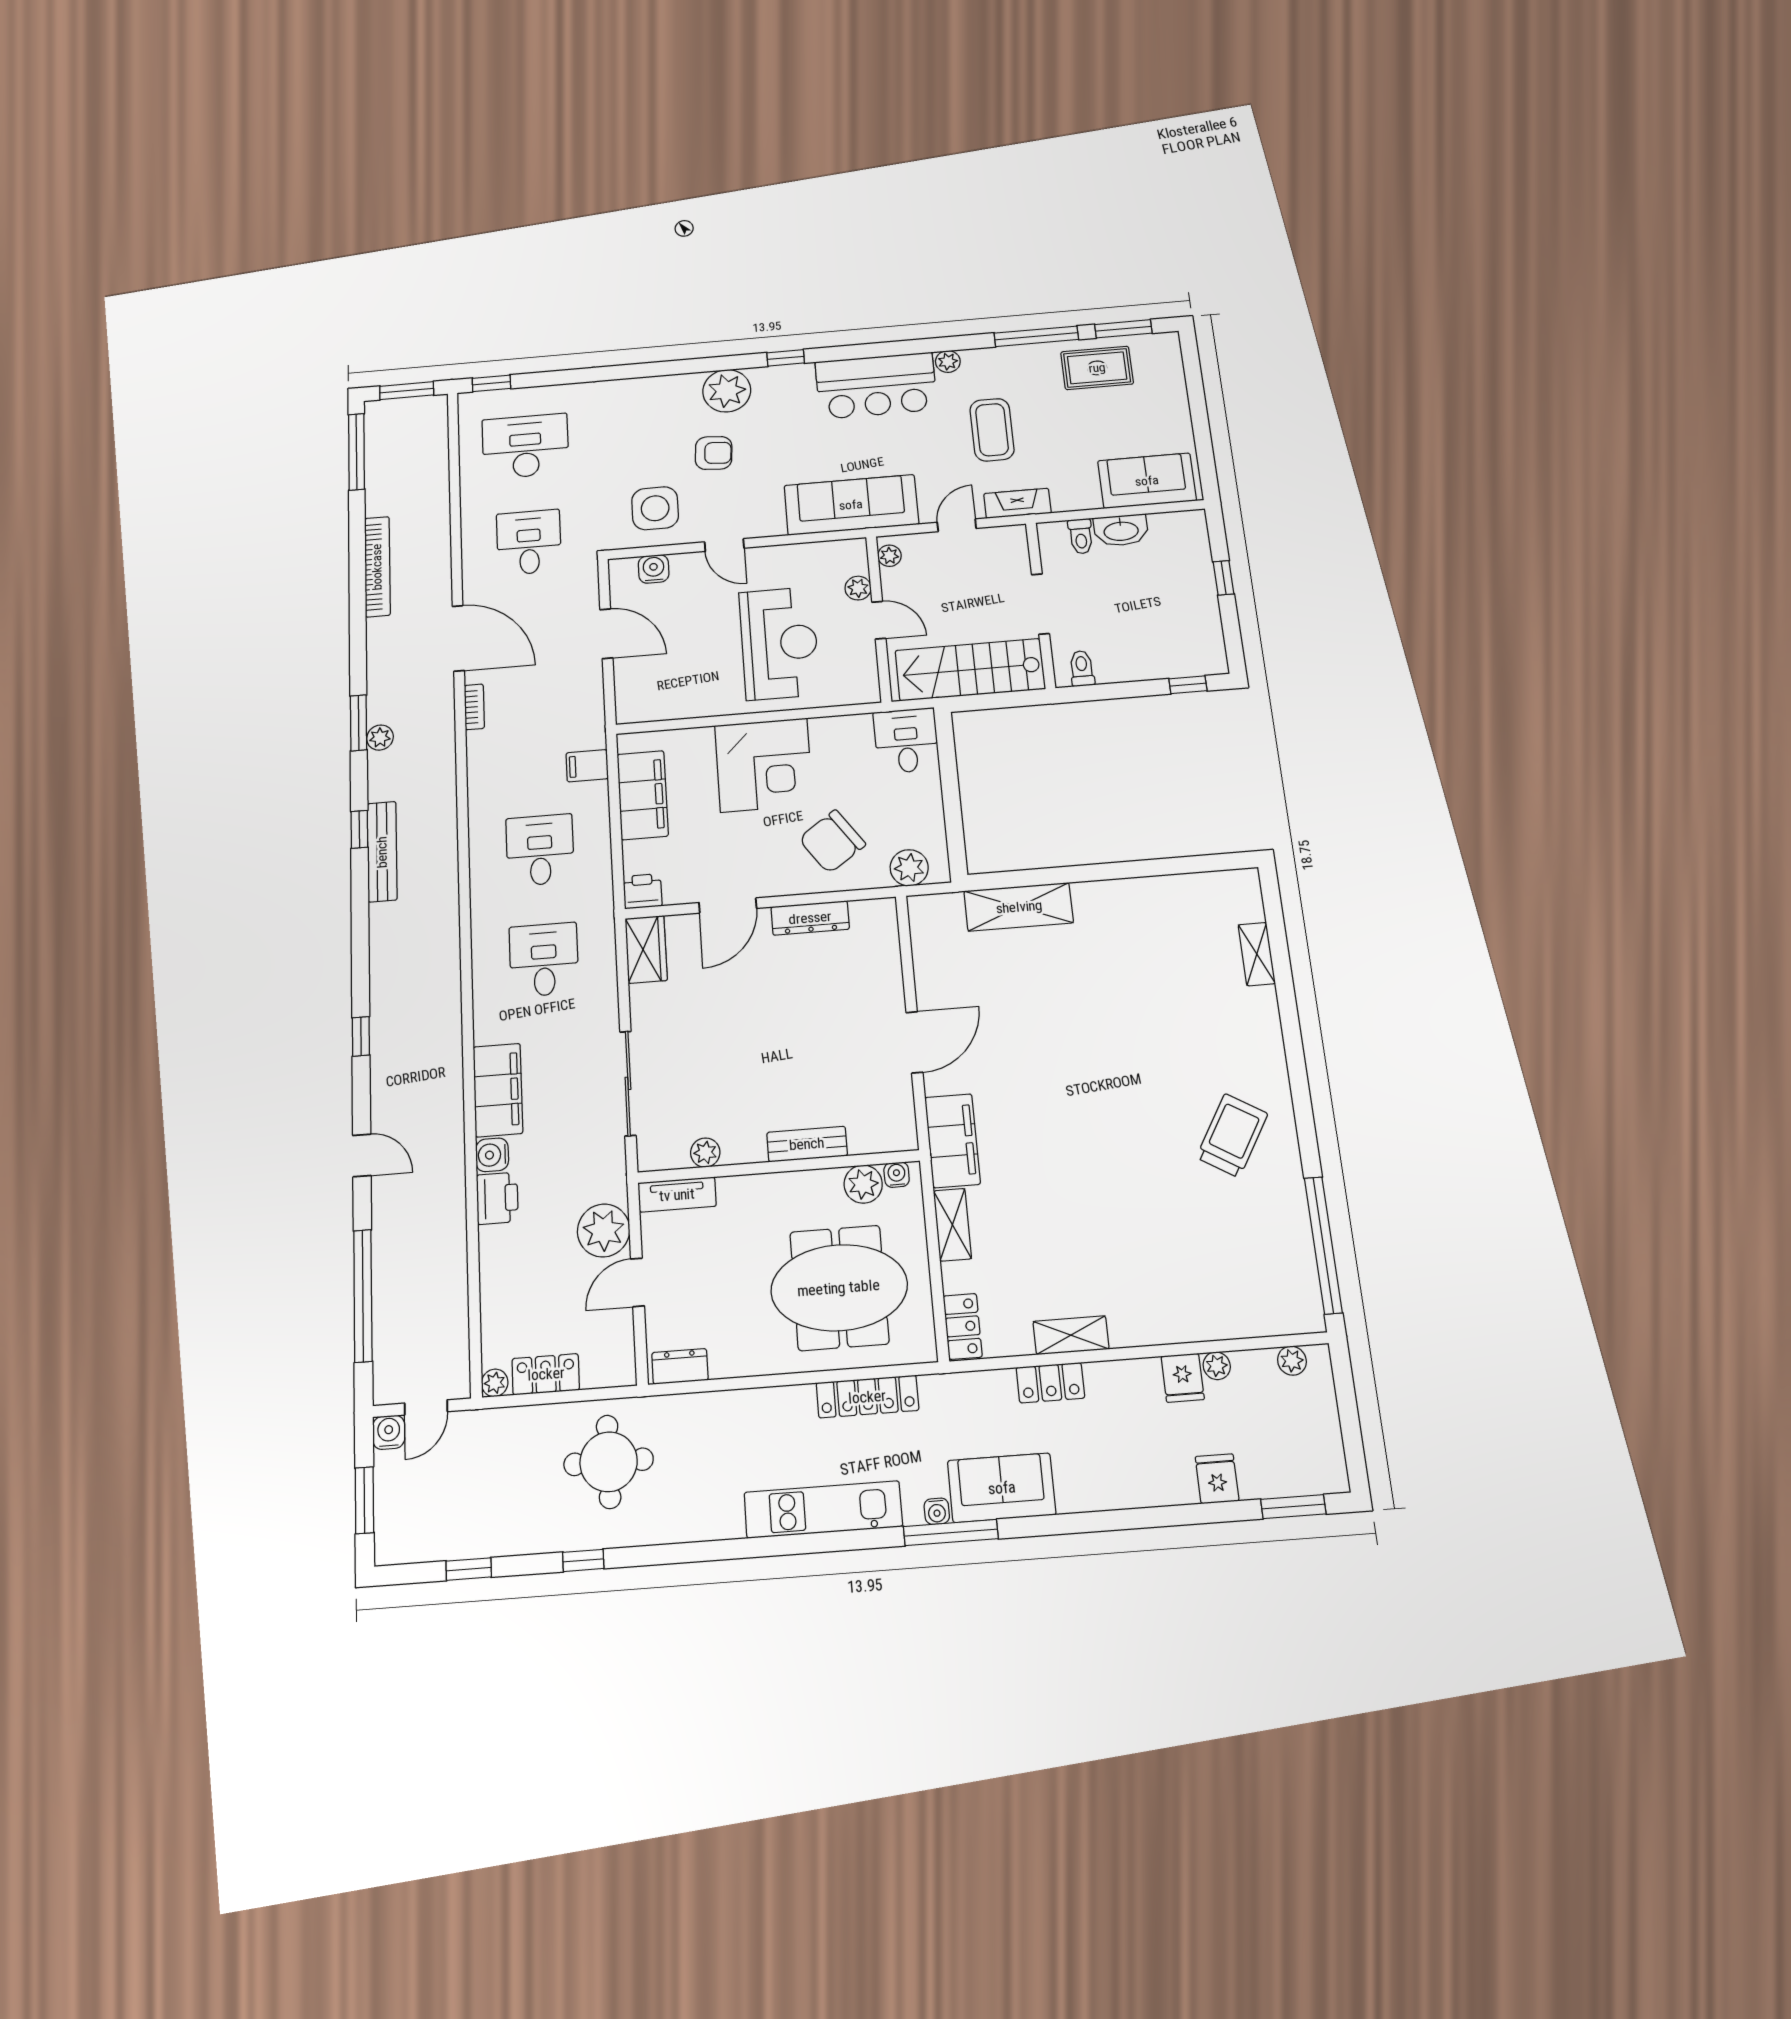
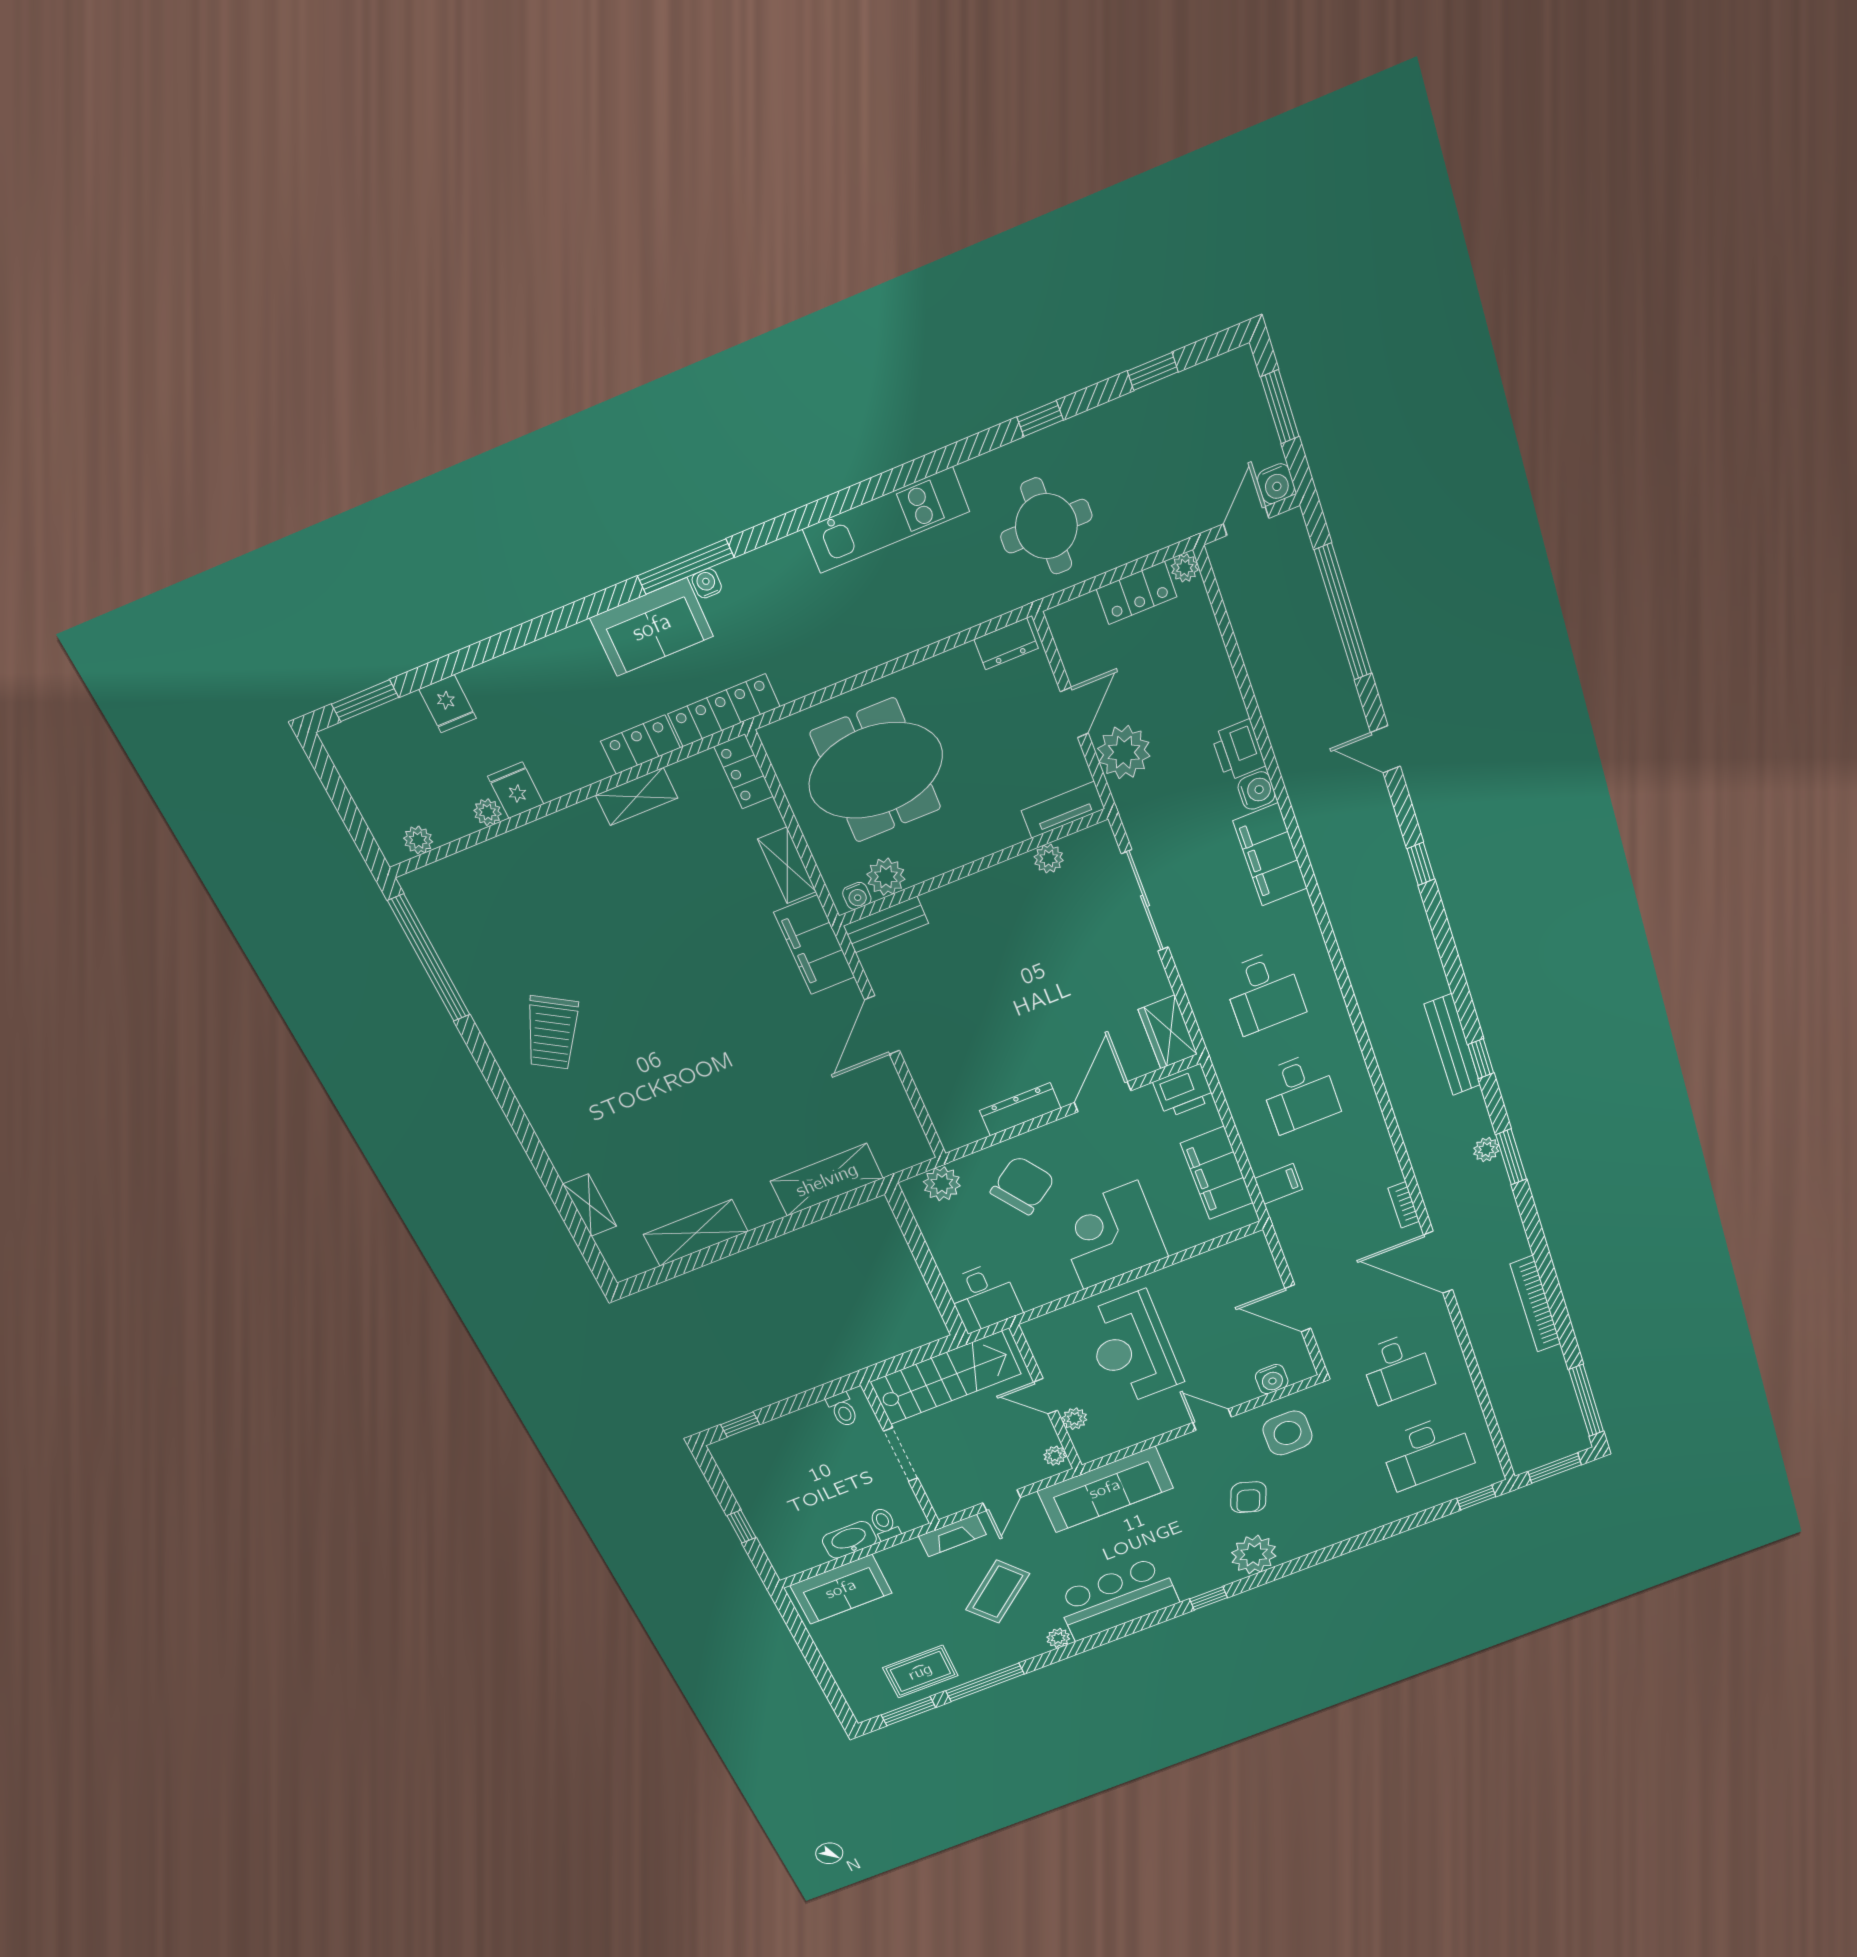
coffee table: (992, 430) -> (998, 1592), turned 50
armchair: (714, 453) -> (1248, 1497), turned -74
printer: (643, 891) -> (1184, 1091), width x1.36, depth x1.24
shelving: (1164, 894) -> (696, 1233), added
bench: (807, 1144) -> (886, 925), moved
locker: (867, 1397) -> (724, 710), moved
kitchen unit: (823, 1509) -> (886, 520), moved

